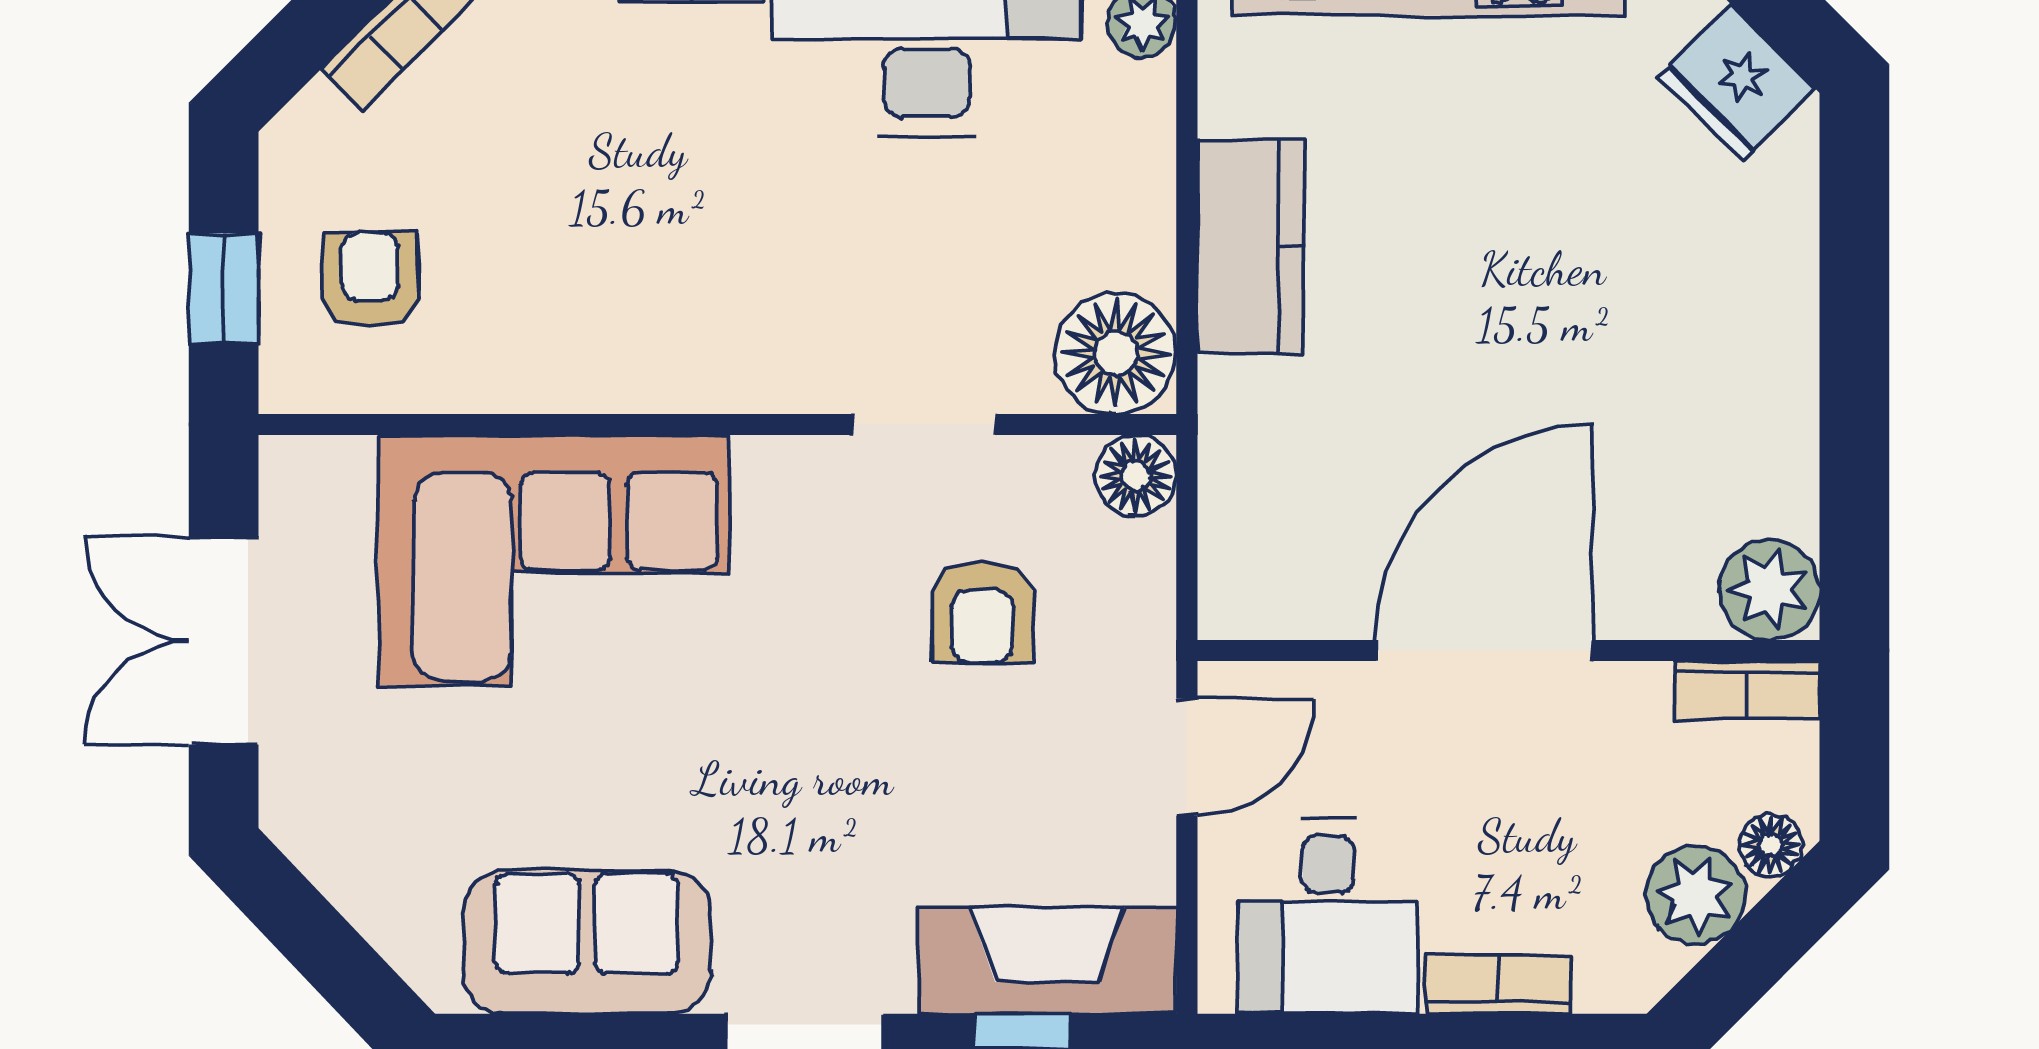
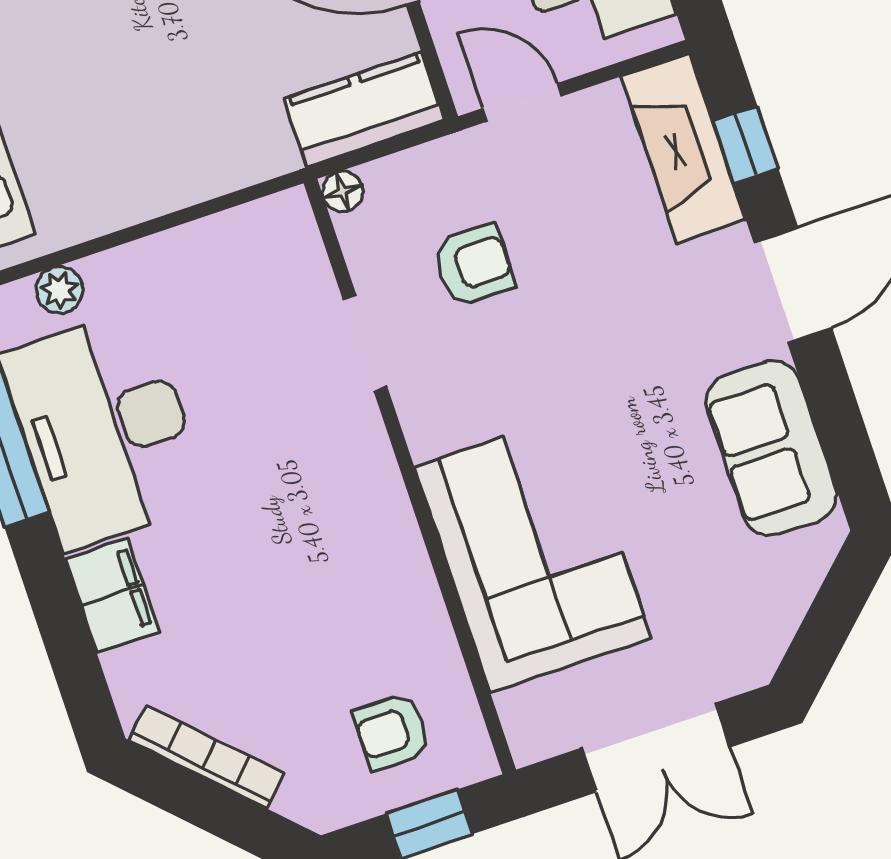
kitchen counter: (1251, 247) -> (364, 110), moved
floor lamp: (1116, 353) -> (278, 235), removed
floor lamp: (1136, 476) -> (343, 191), width x0.73, depth x0.73

